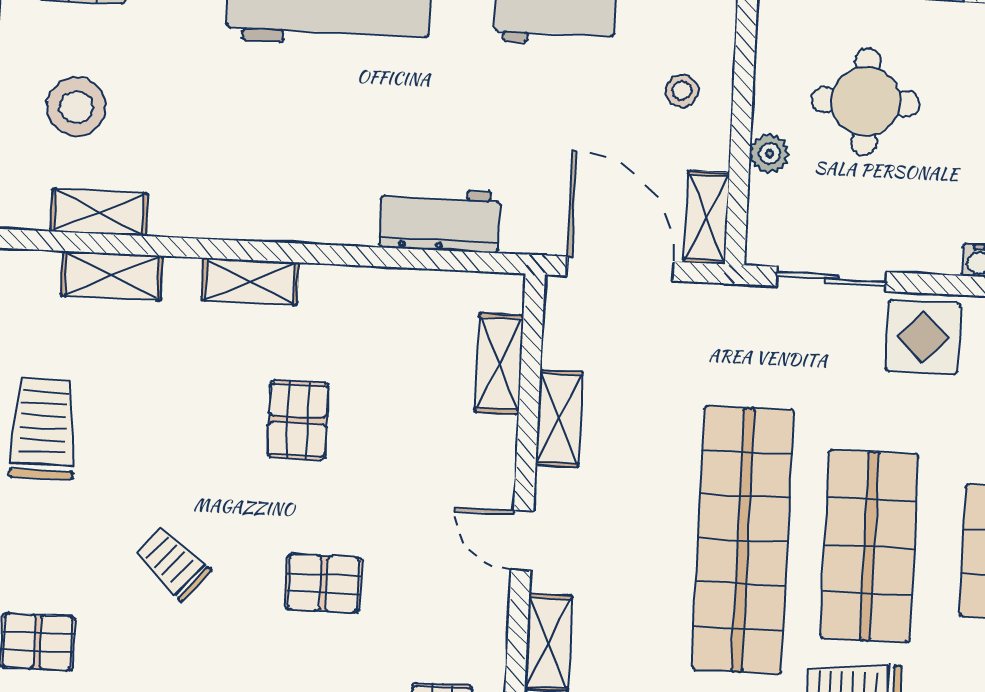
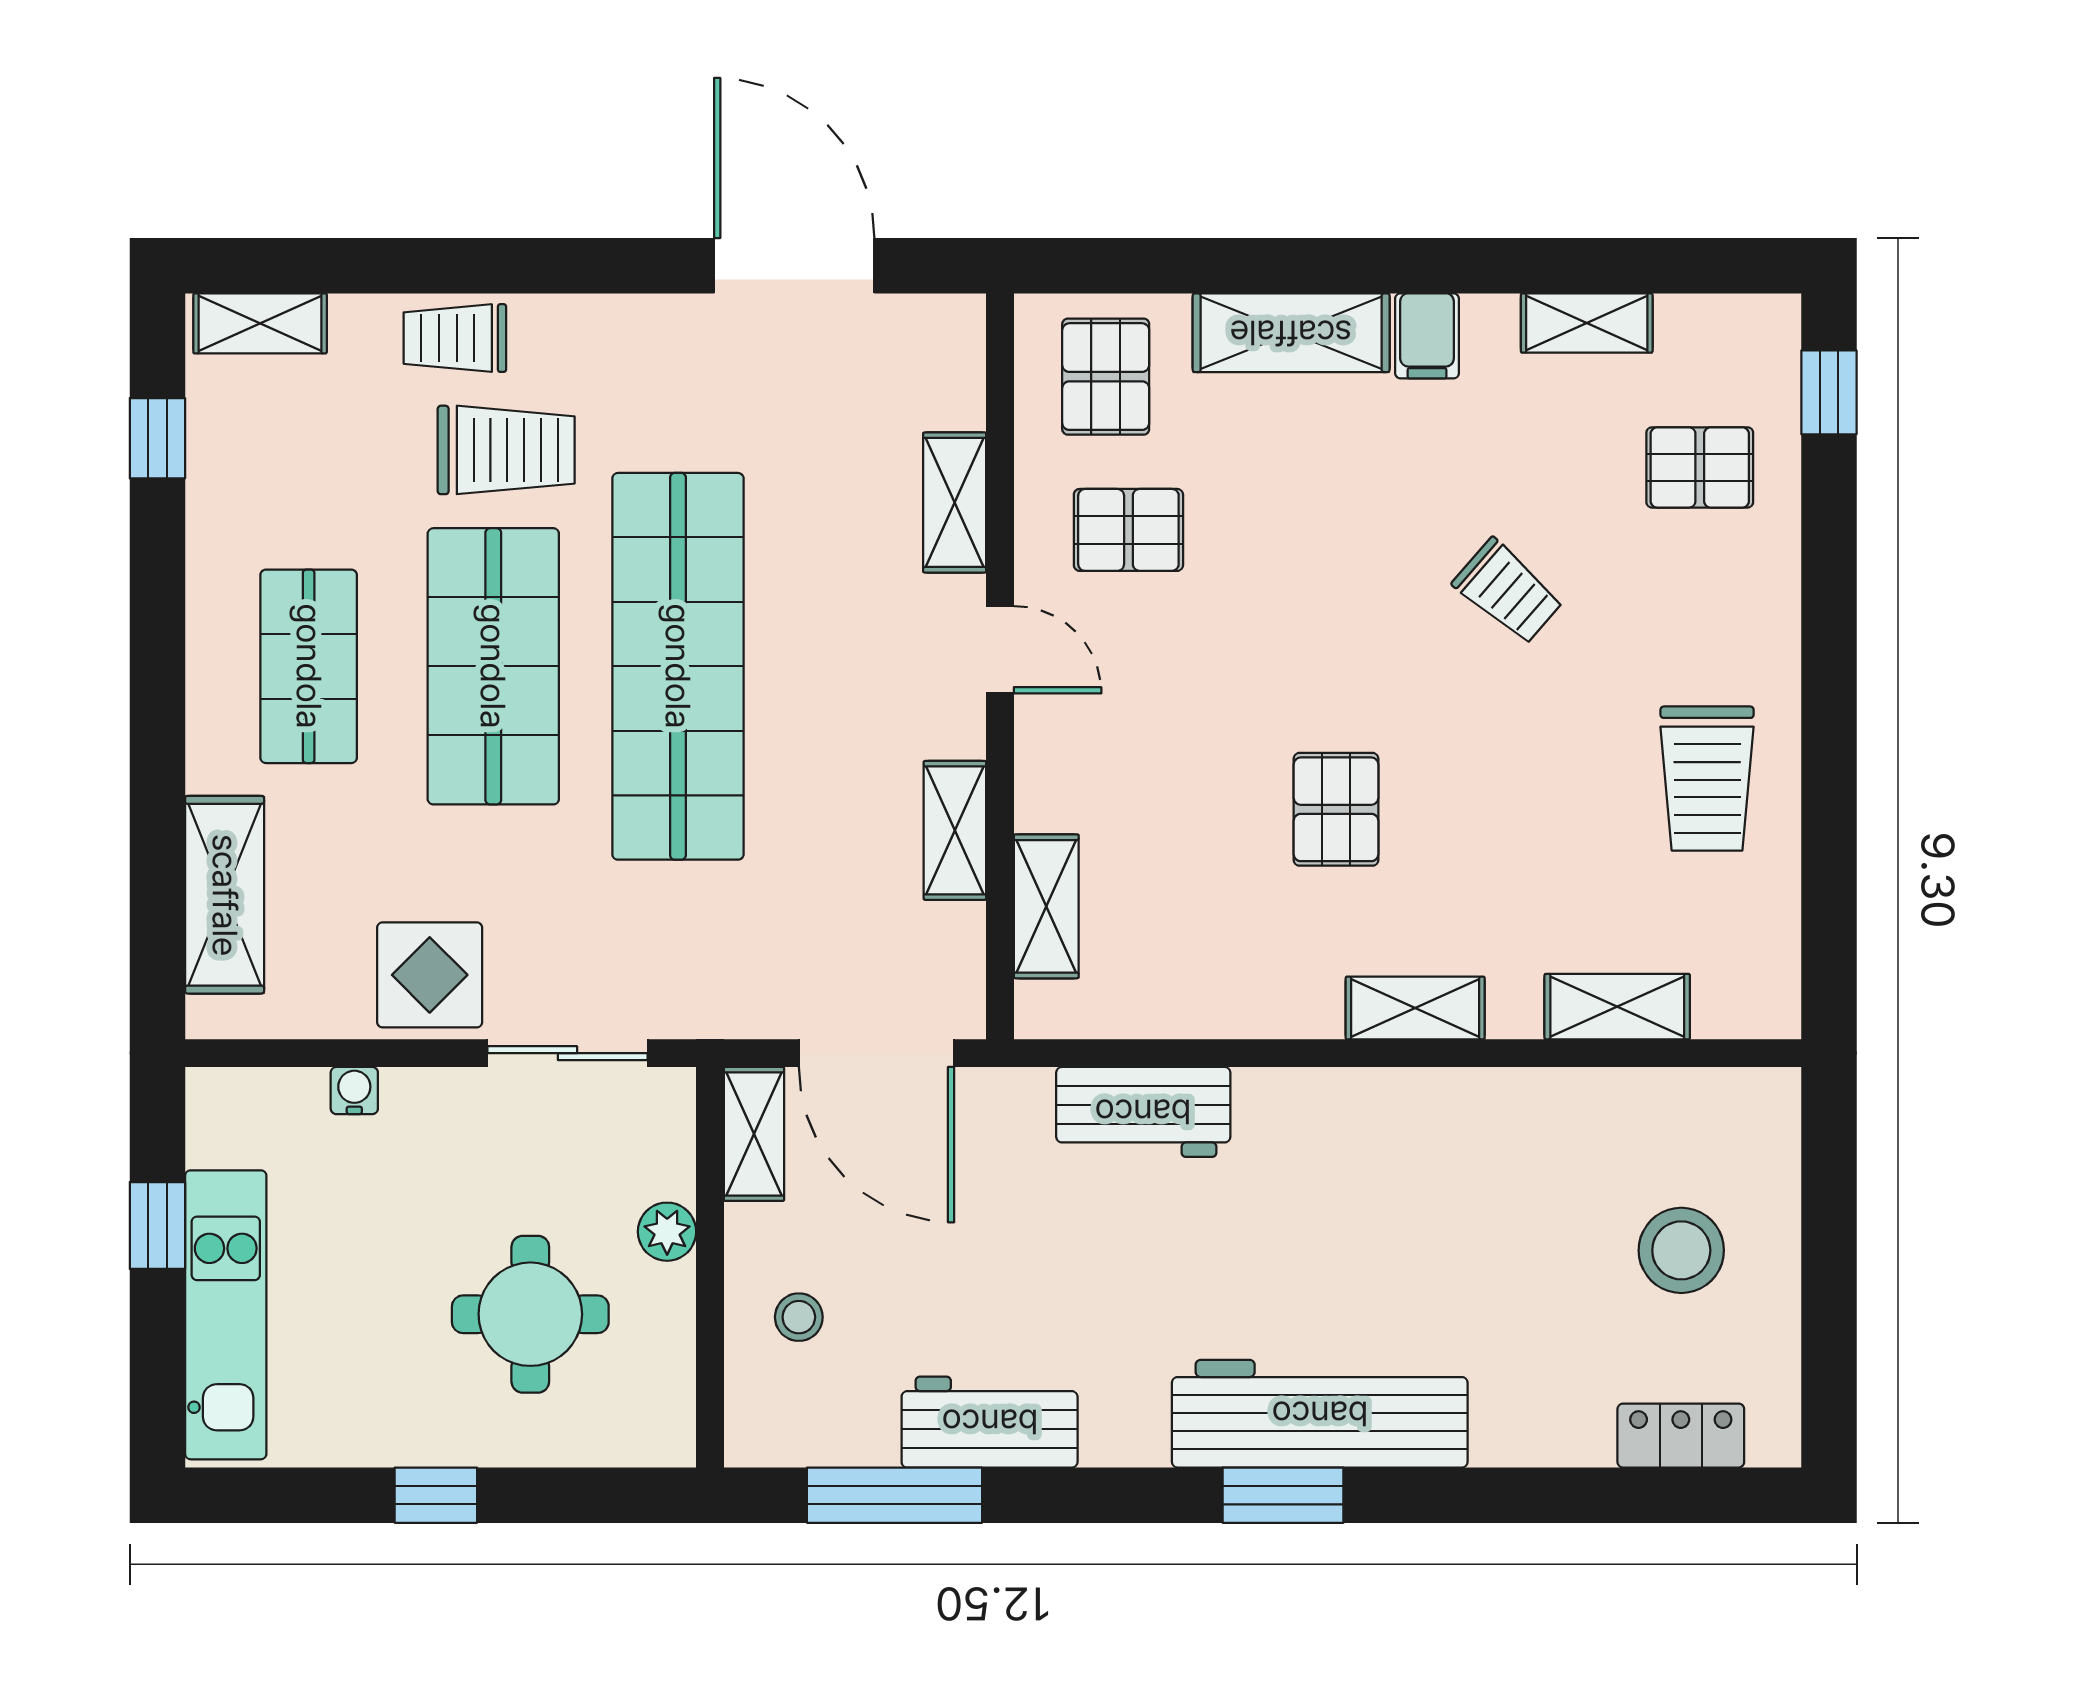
shelving: (99, 212) -> (1641, 1098), removed
pallet: (323, 583) -> (1128, 530), moved

